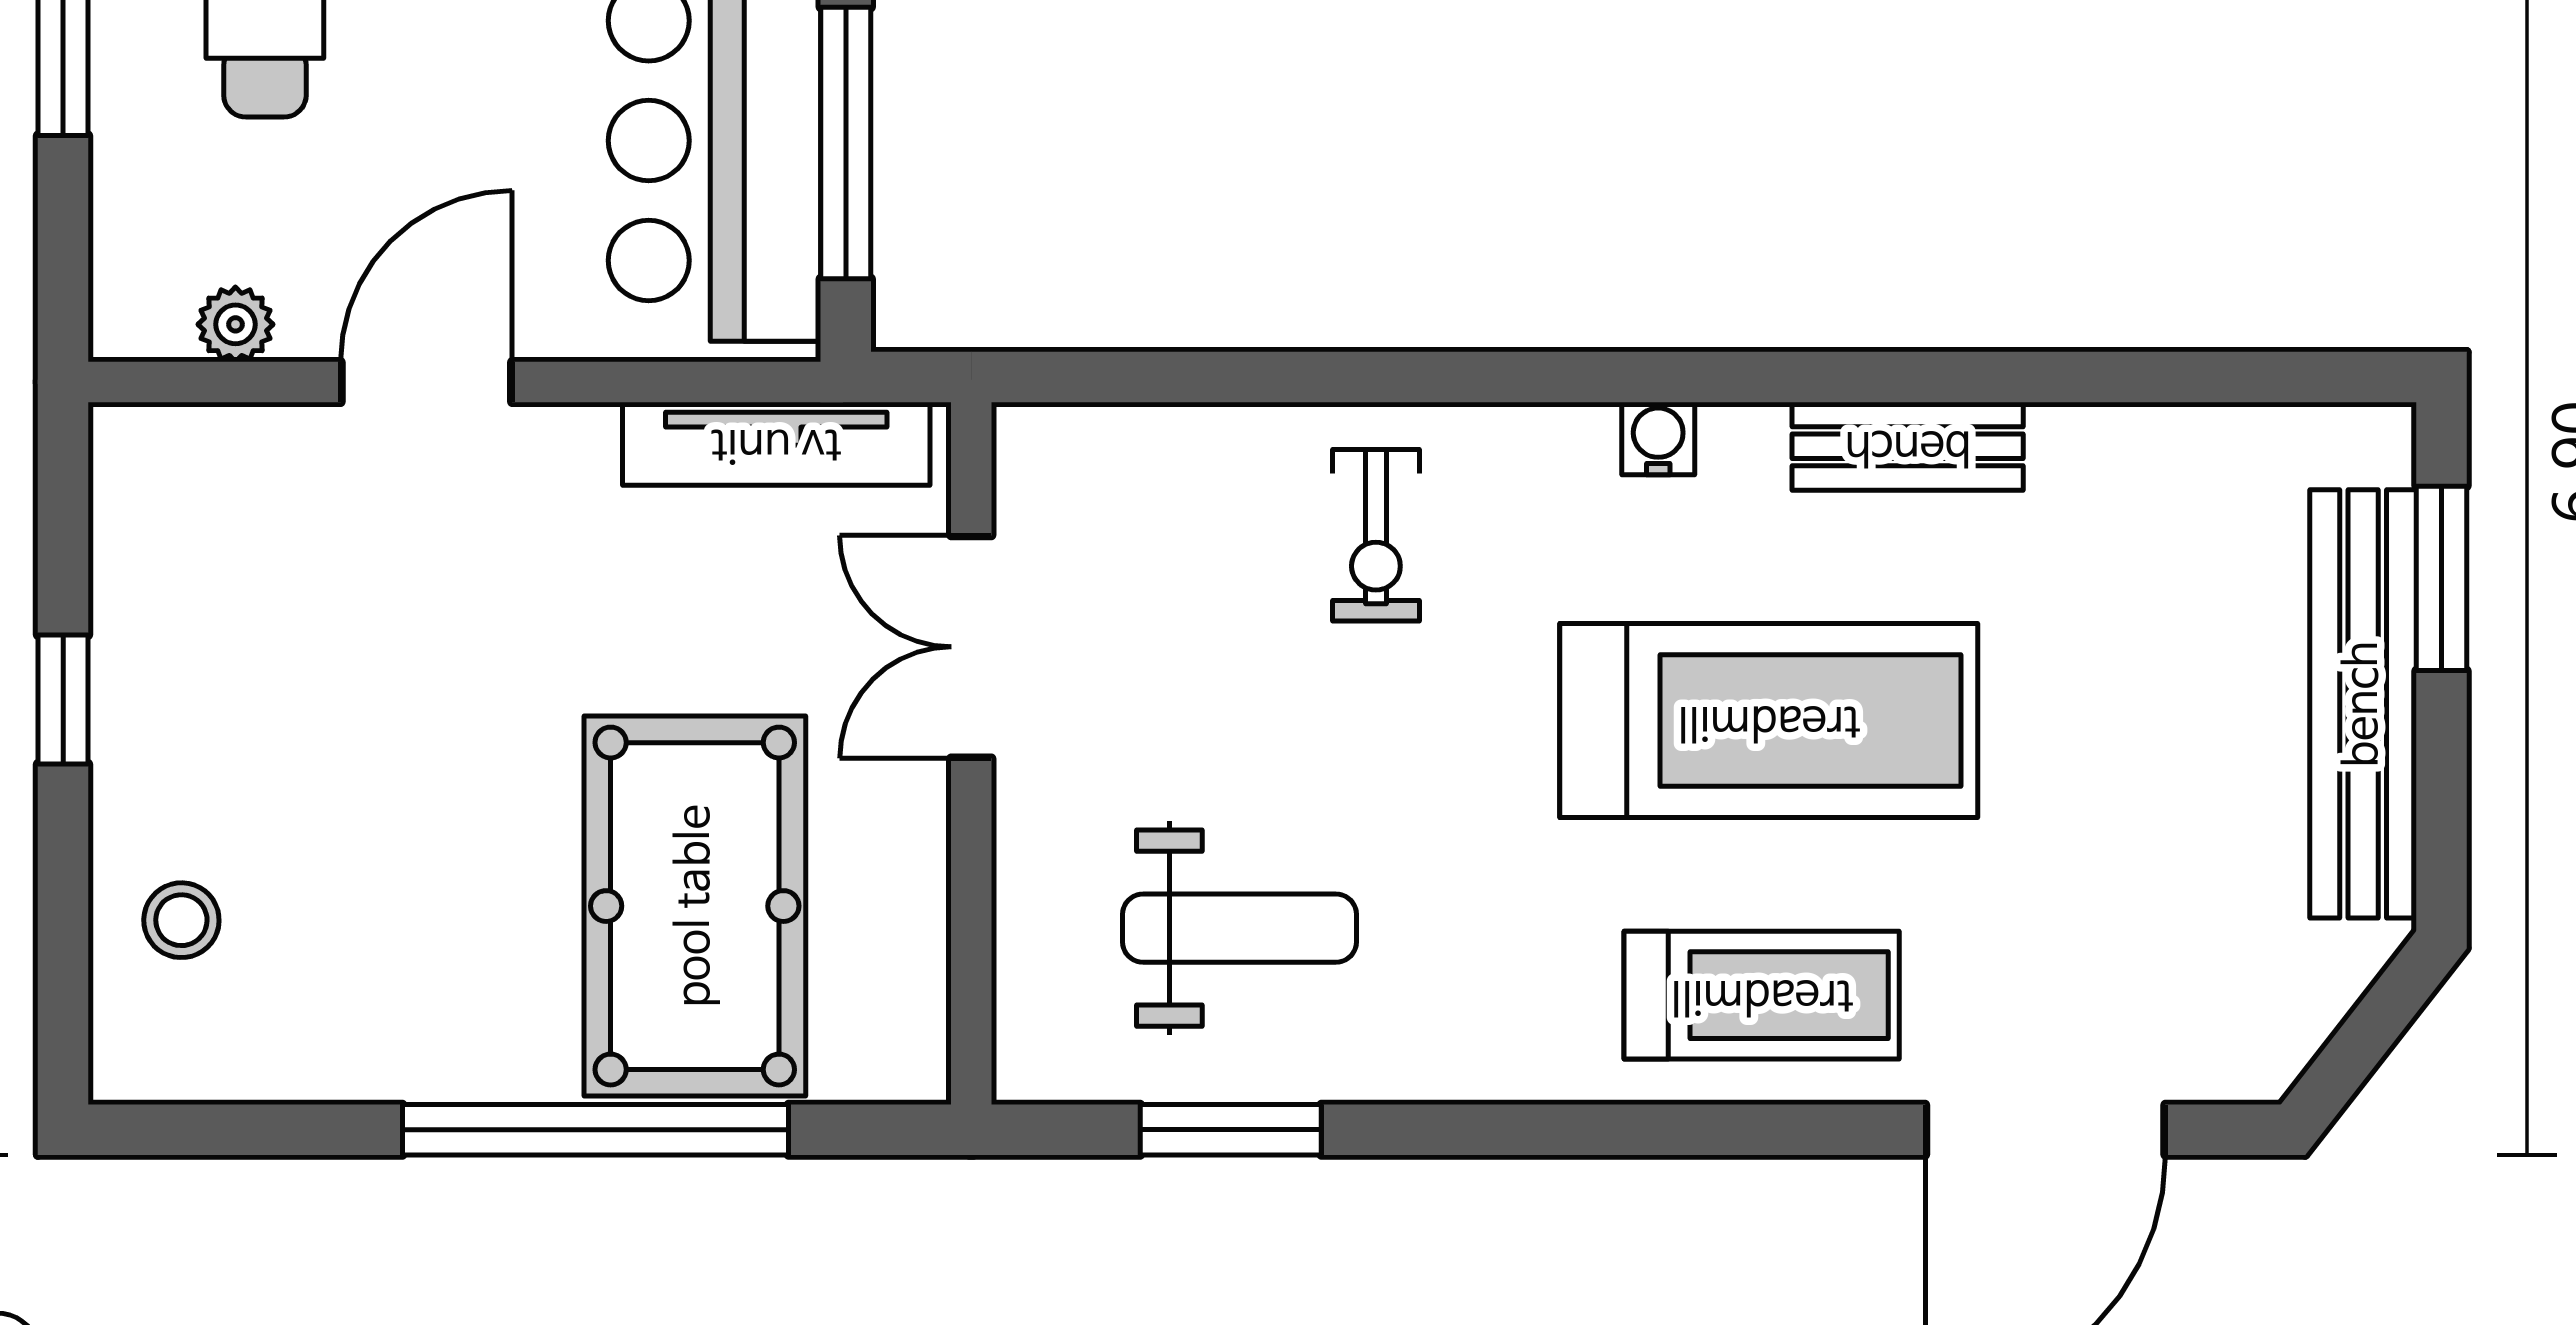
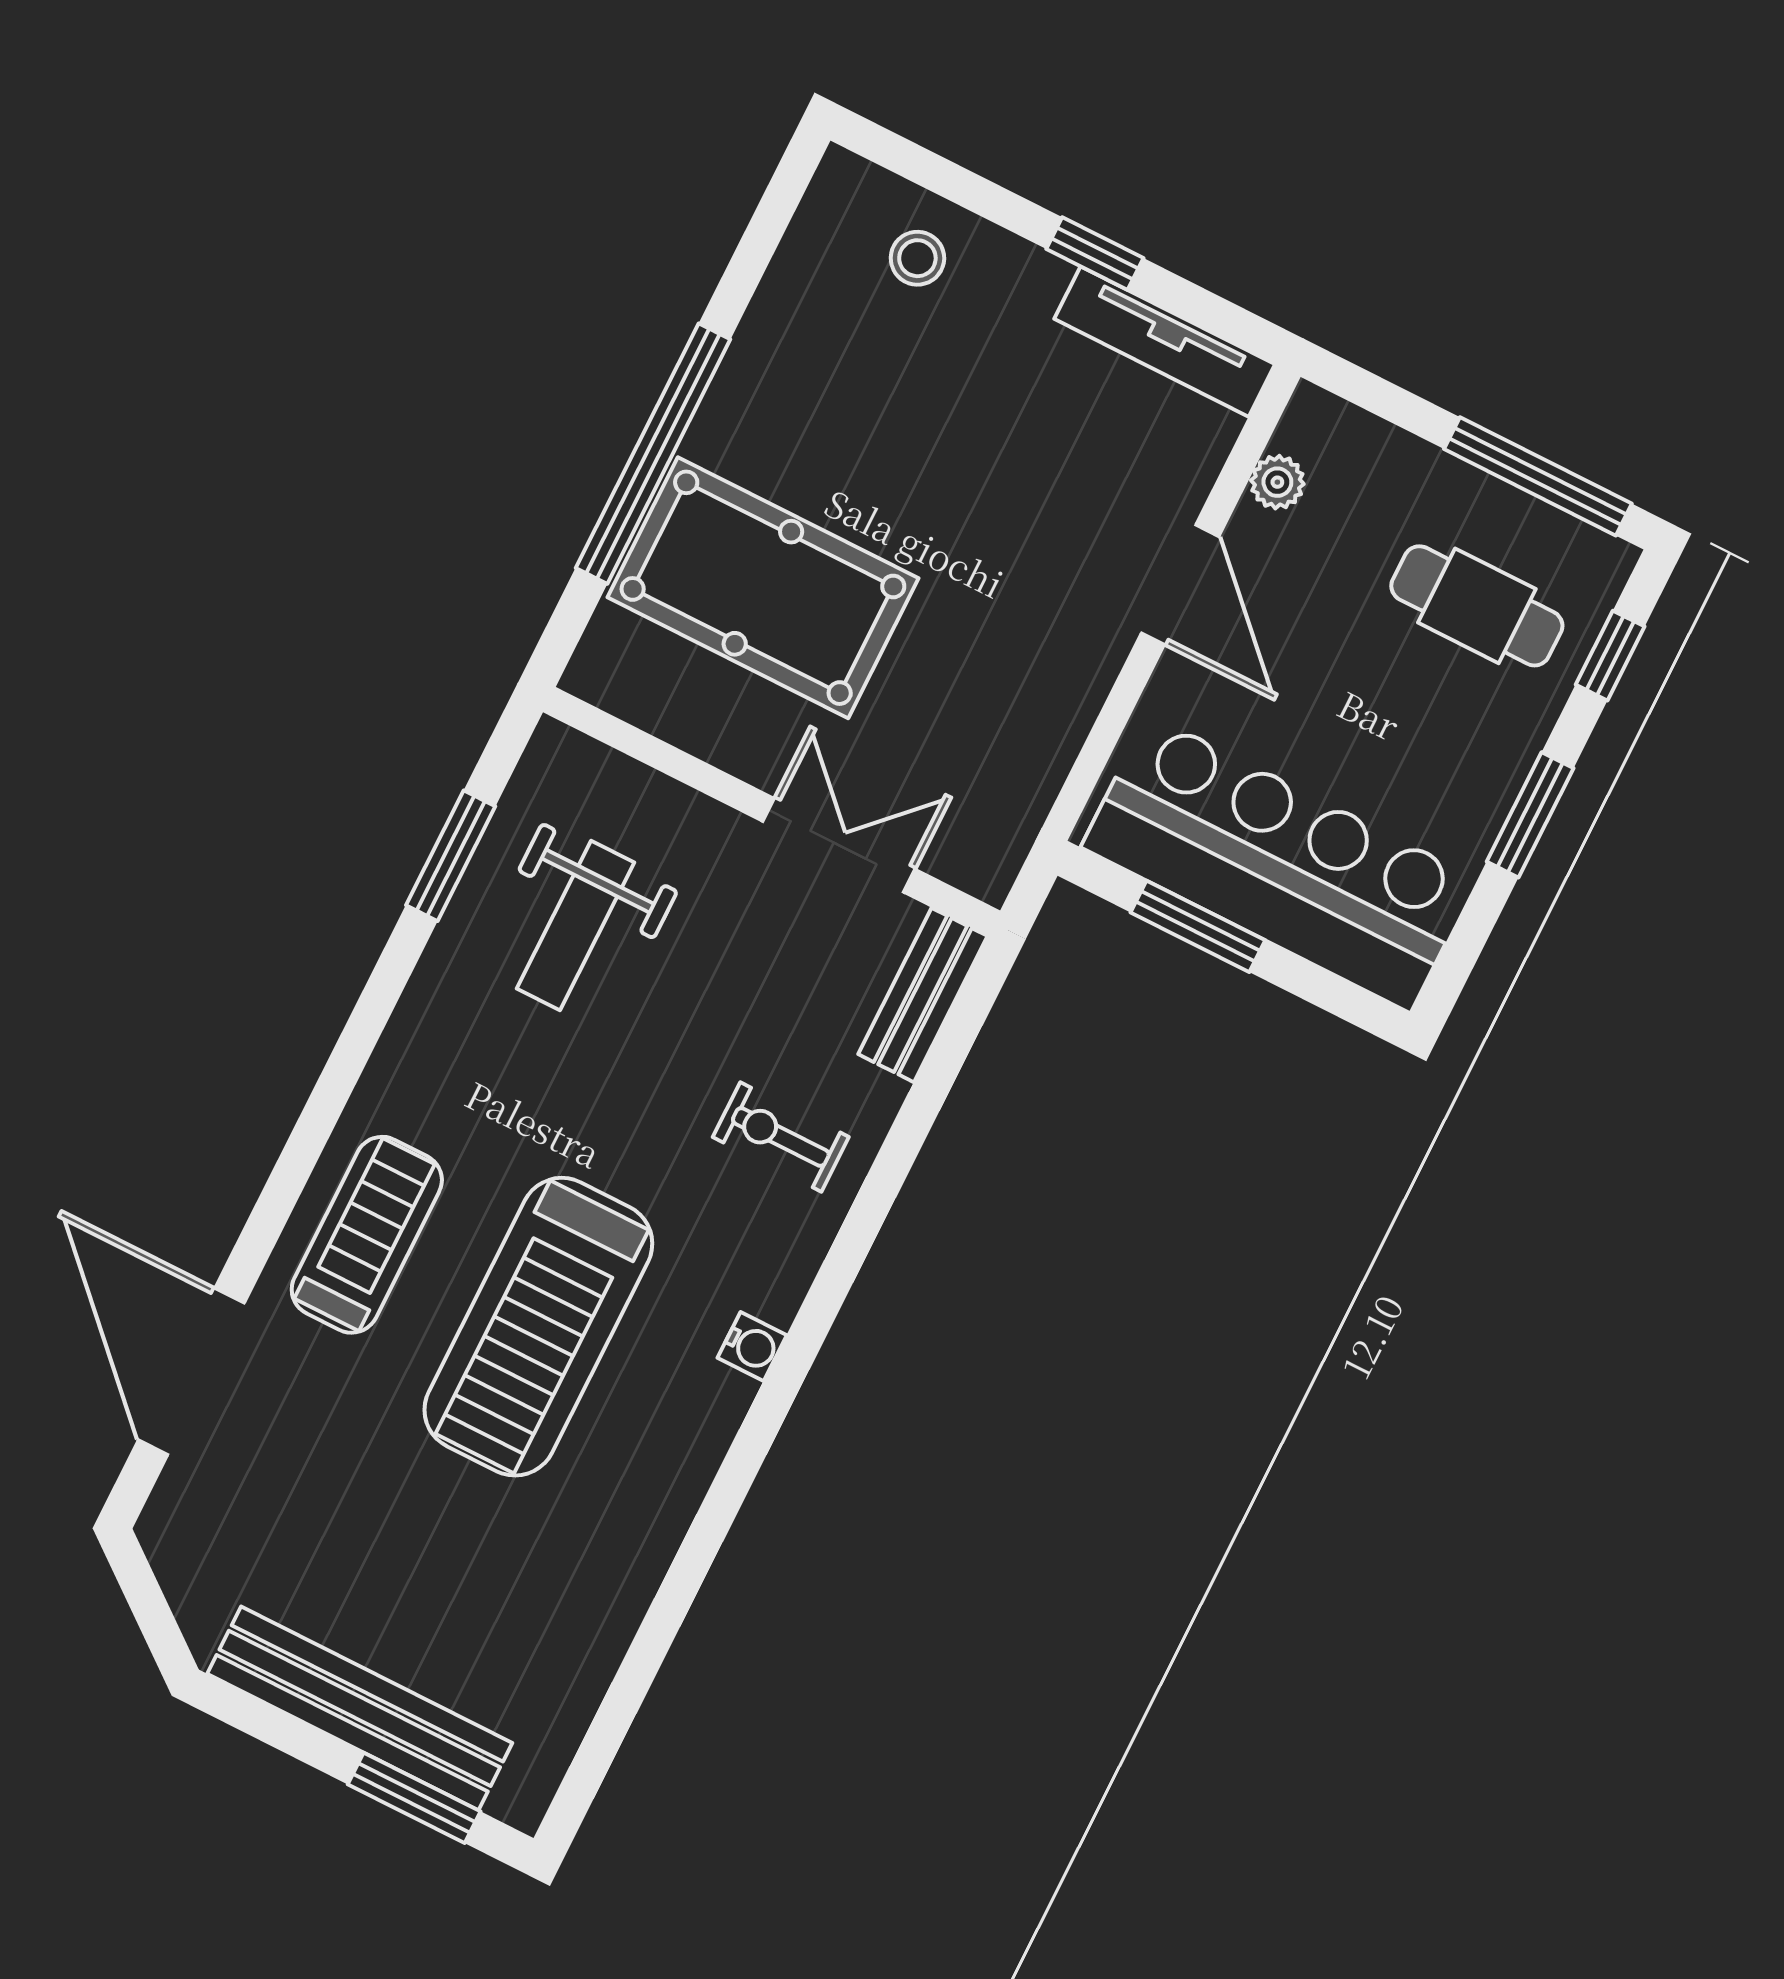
window: (846, 143) -> (1198, 926), width x0.69
tv unit: (776, 444) -> (1165, 342), moved, turned -90
bench: (1908, 446) -> (923, 995), moved
treadmill: (1762, 995) -> (367, 1235), turned 180

